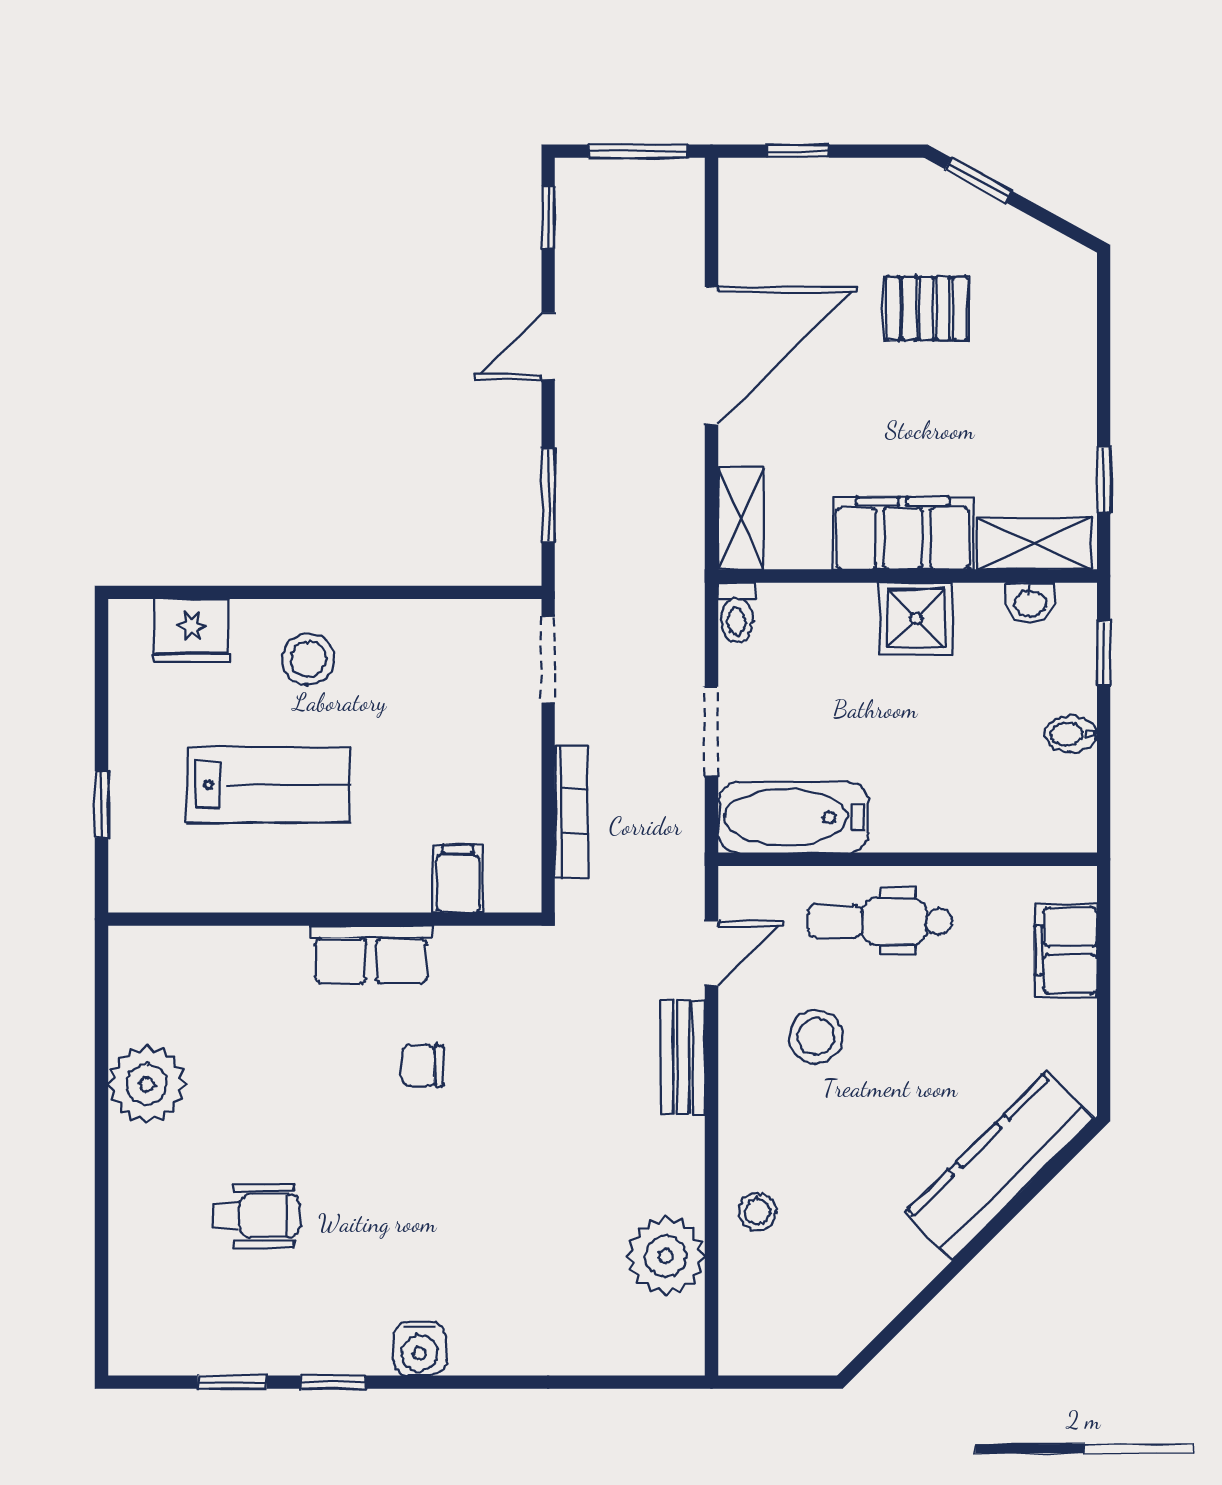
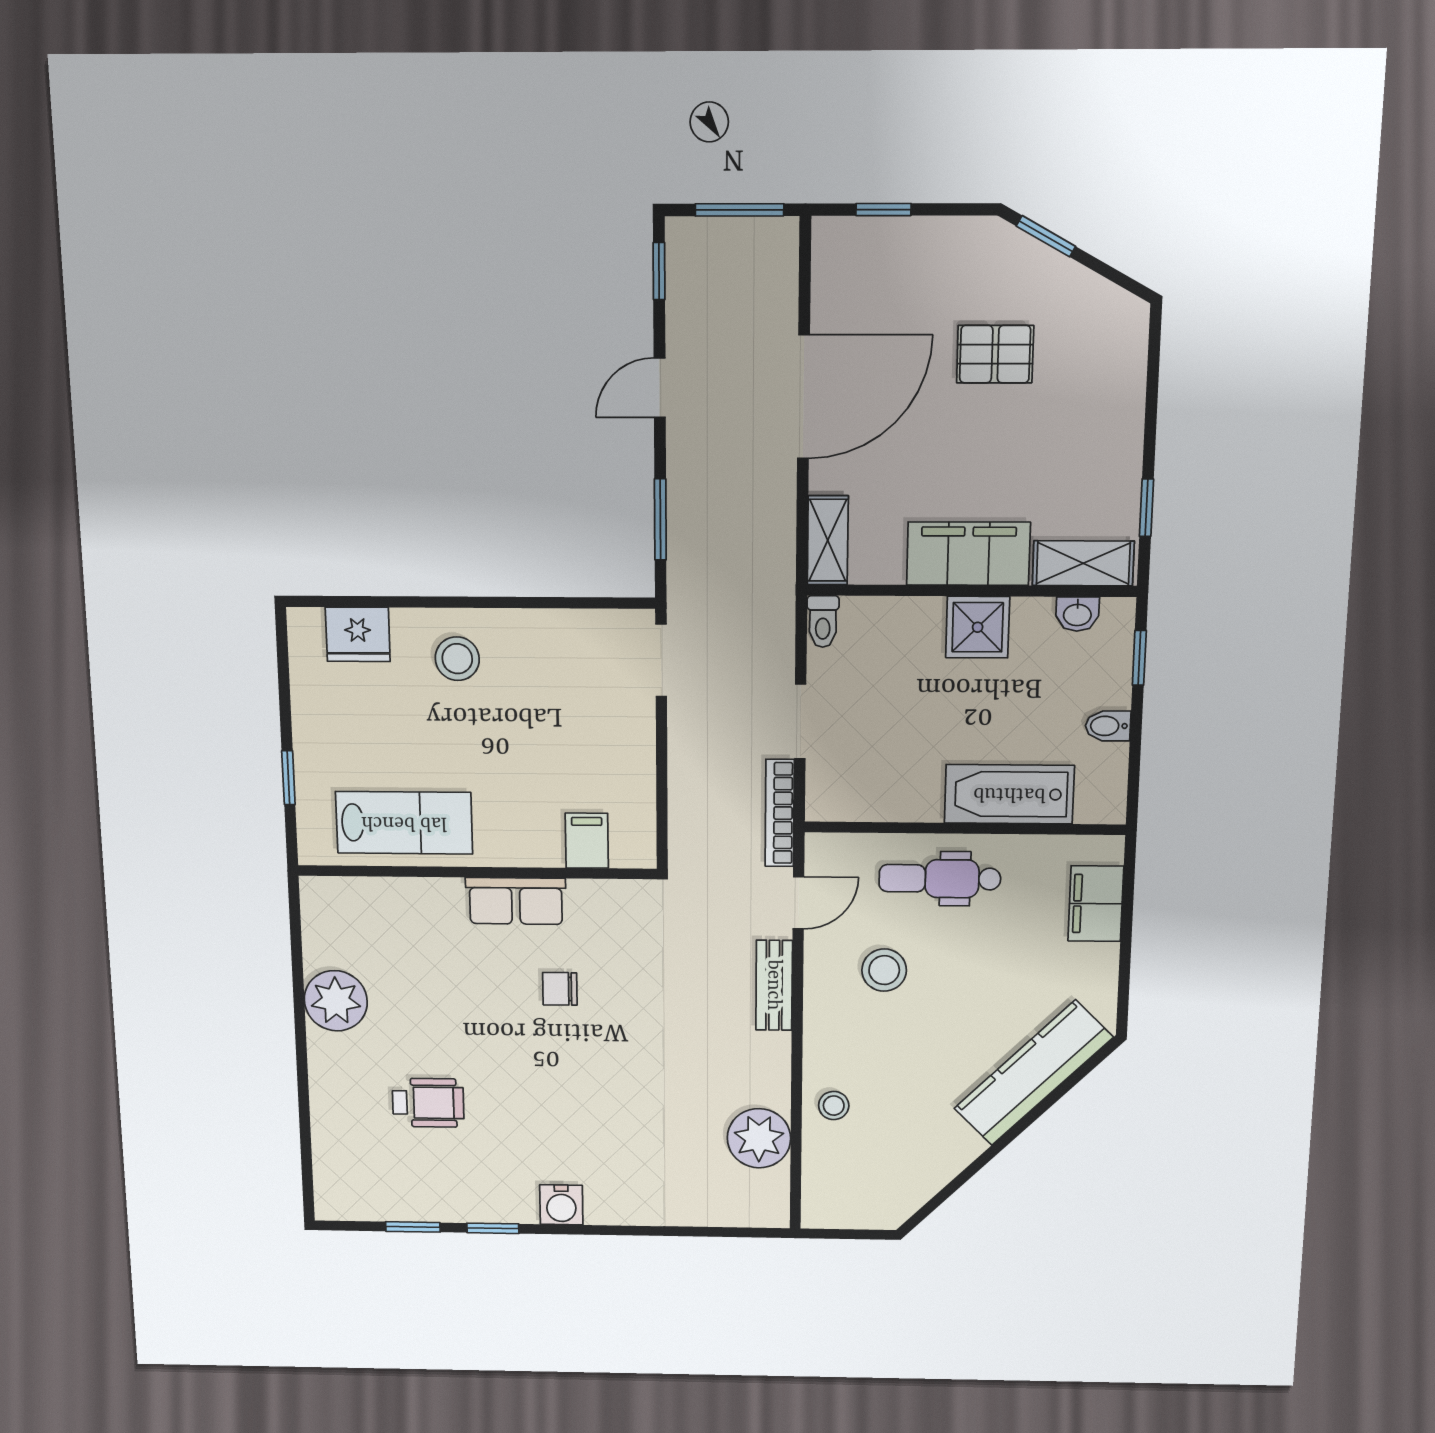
lab bench: (269, 785) -> (404, 823), moved
bookcase: (571, 812) -> (780, 813), moved, turned 180
bathtub: (793, 817) -> (1009, 794), moved

